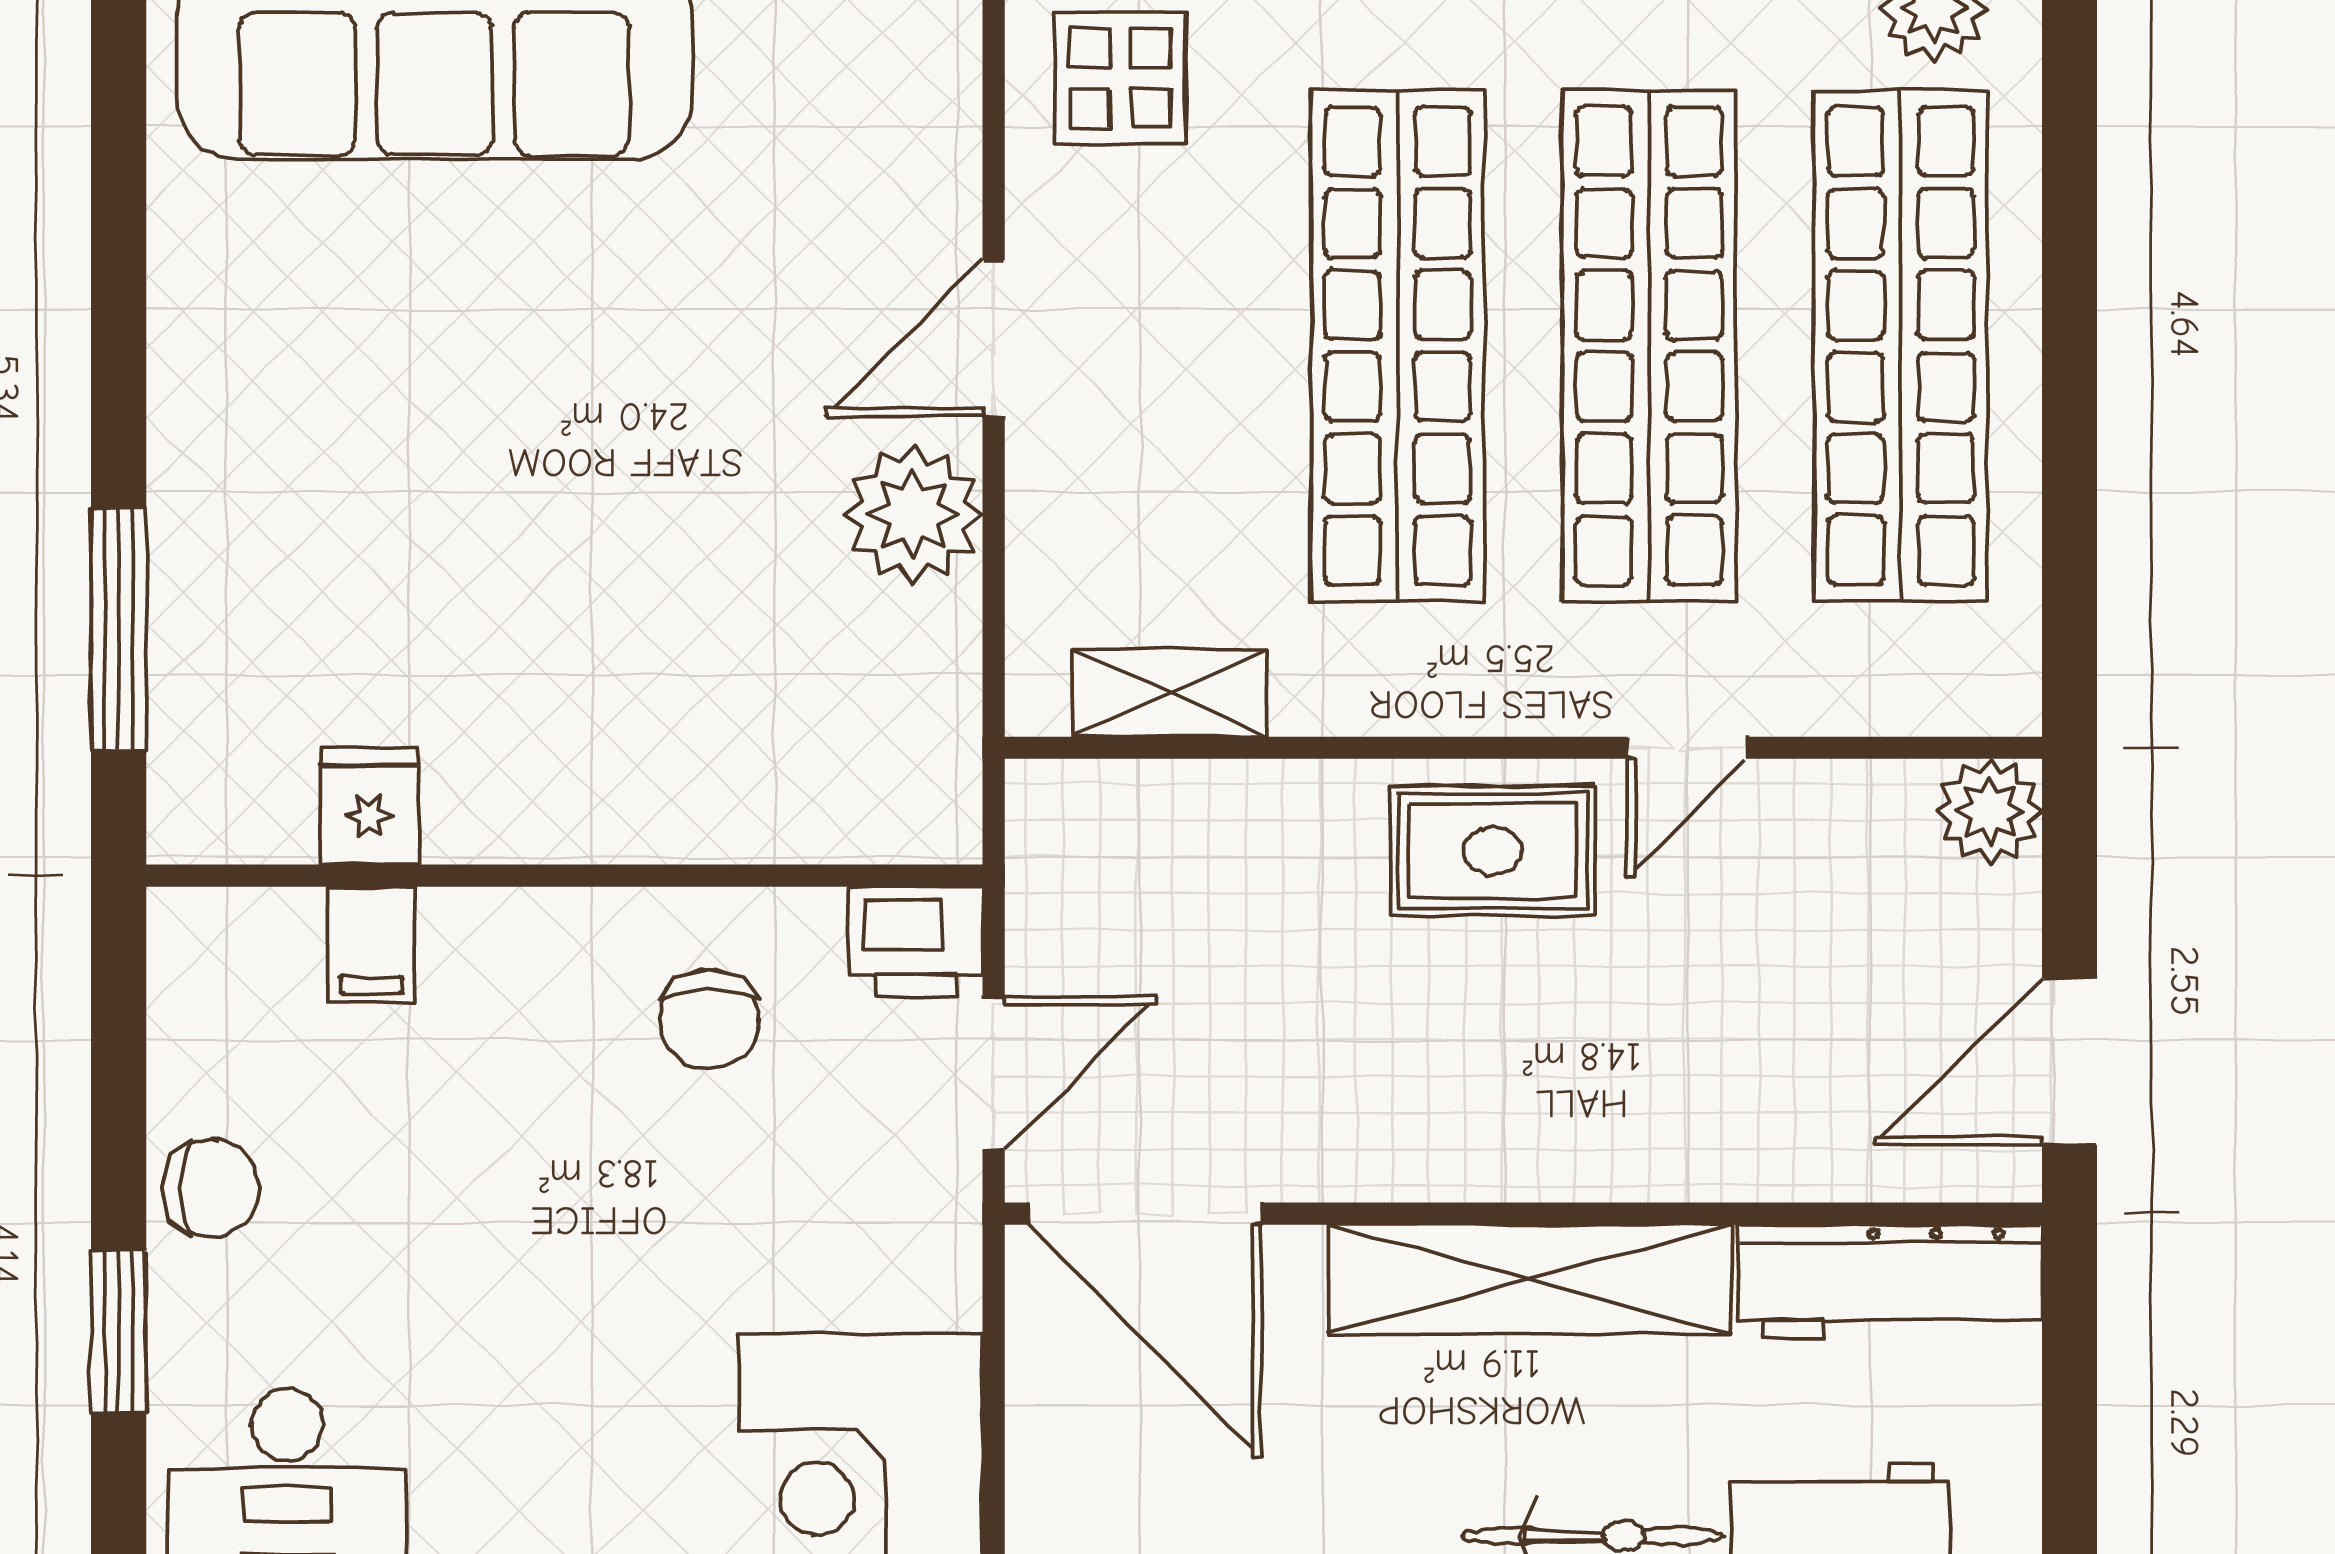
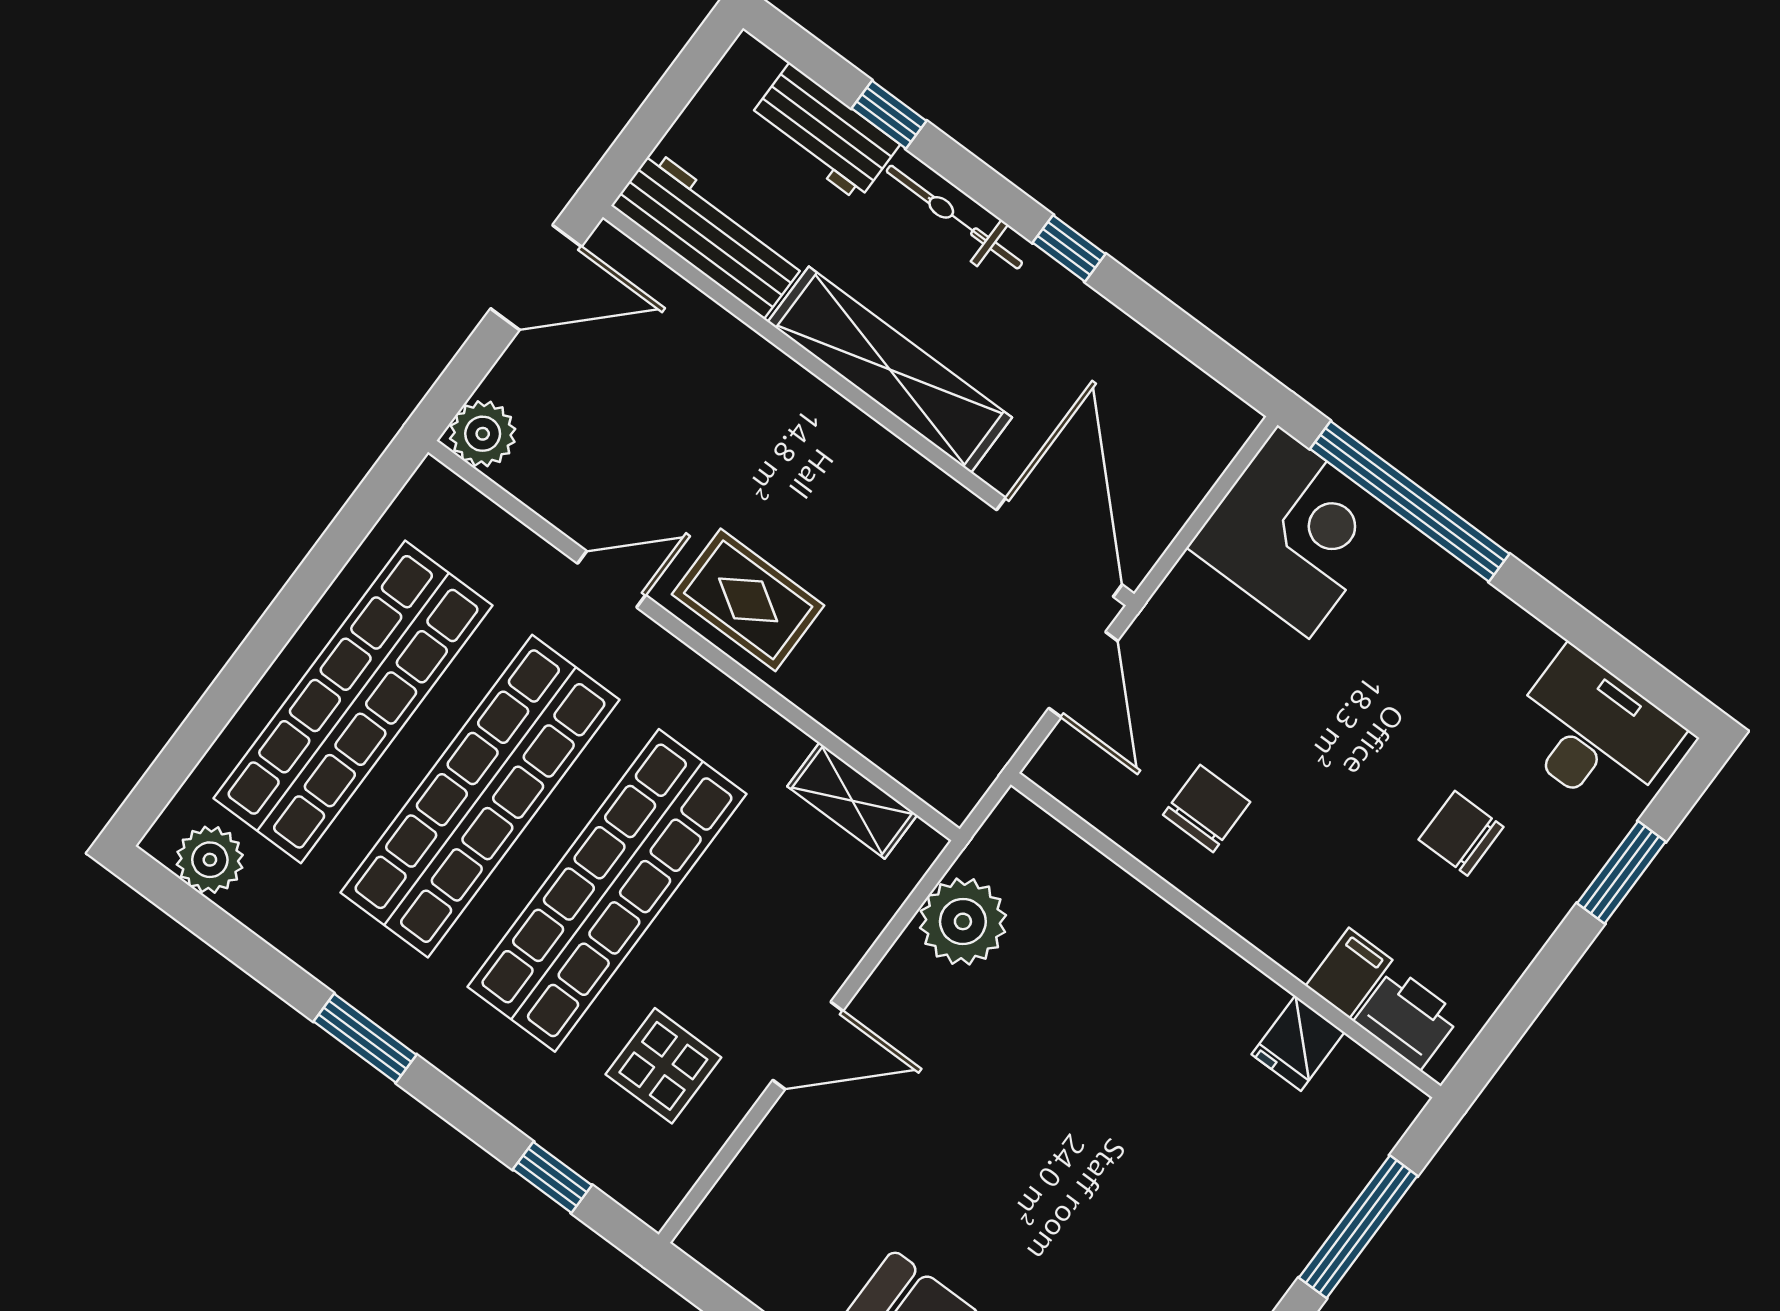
display table: (1120, 78) -> (663, 1066), moved
plant: (913, 514) -> (963, 921), moved
printer: (916, 942) -> (1407, 1018), moved
door: (994, 1074) -> (1083, 675), swing flipped
chair: (211, 1188) -> (1461, 833), moved

